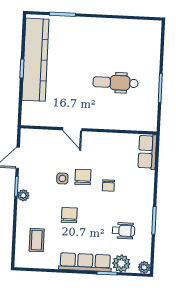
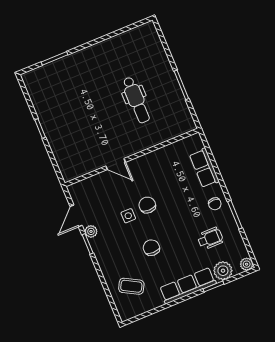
kitchen counter: (35, 60) -> (49, 114), removed
dental chair: (116, 83) -> (136, 100), turned -90
row of seats: (147, 152) -> (204, 168), moved
chair: (108, 185) -> (215, 204), moved
plant: (23, 195) -> (91, 231), moved
coffee table: (37, 240) -> (131, 286), turned -61

